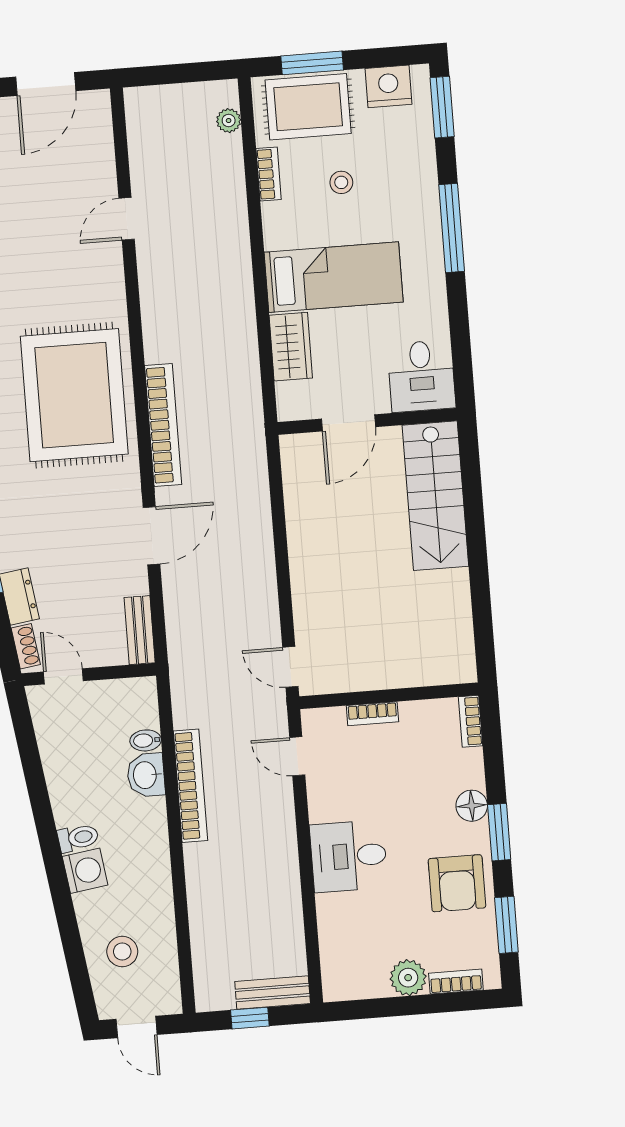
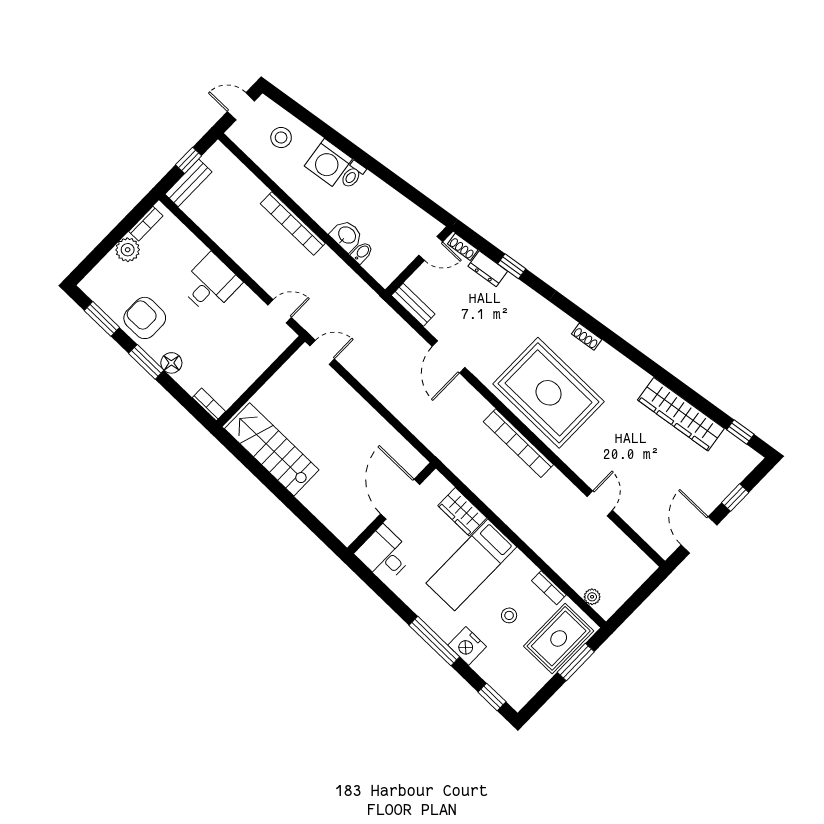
nightstand: (388, 86) -> (467, 646), moved, turned 90
window: (442, 107) -> (492, 697), width x0.67
door: (349, 423) -> (400, 499), width x1.36
bookcase: (163, 425) -> (518, 443), moved
stairs: (435, 496) -> (272, 449), moved
bookcase: (372, 714) -> (261, 365), removed
bookcase: (190, 786) -> (293, 224), moved
washing machine: (85, 871) -> (328, 162), width x1.37, depth x1.37
bookcase: (456, 982) -> (146, 224), moved

